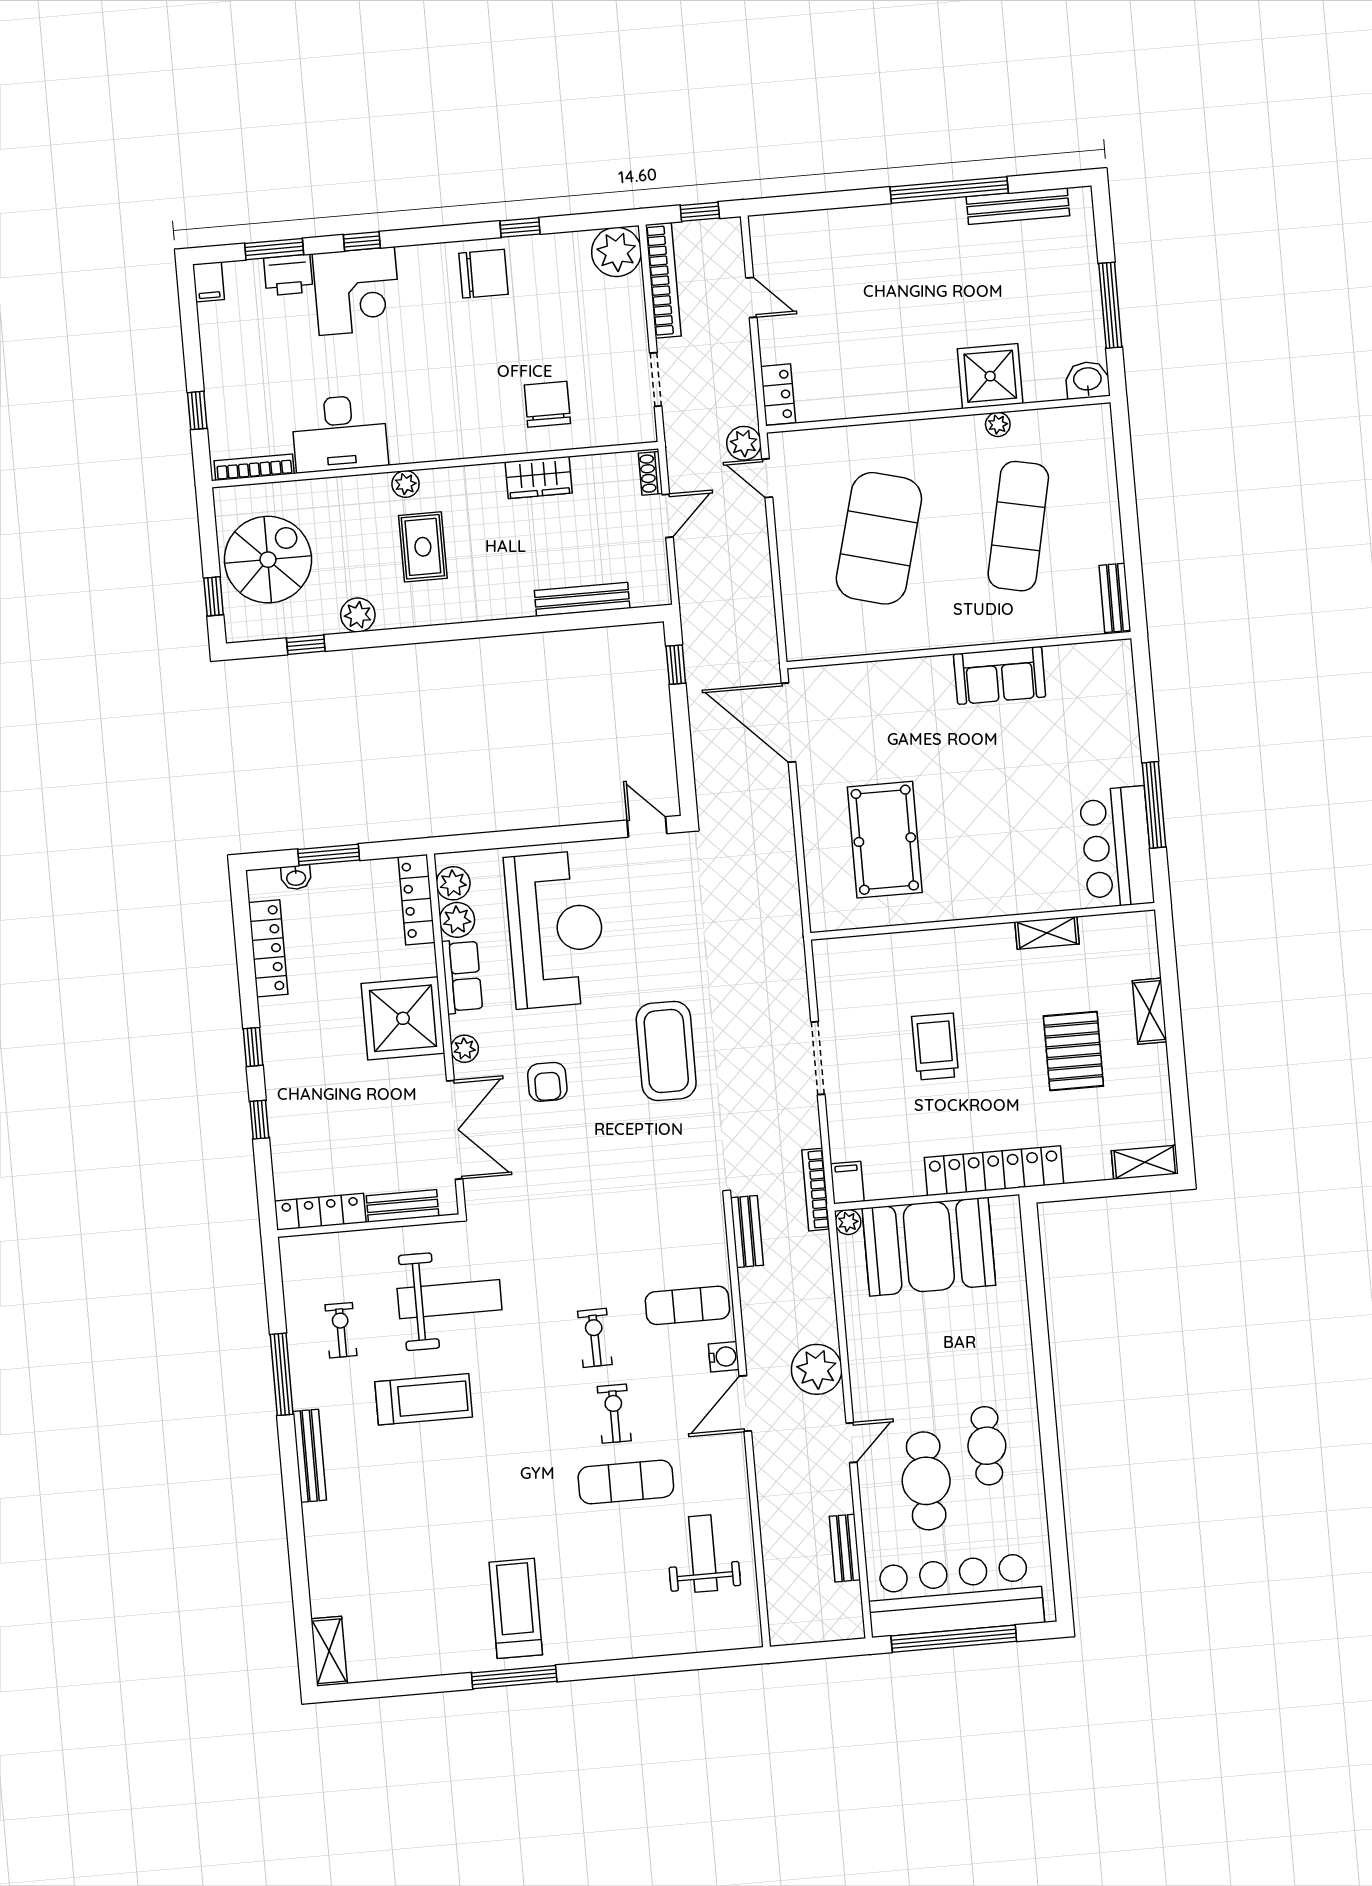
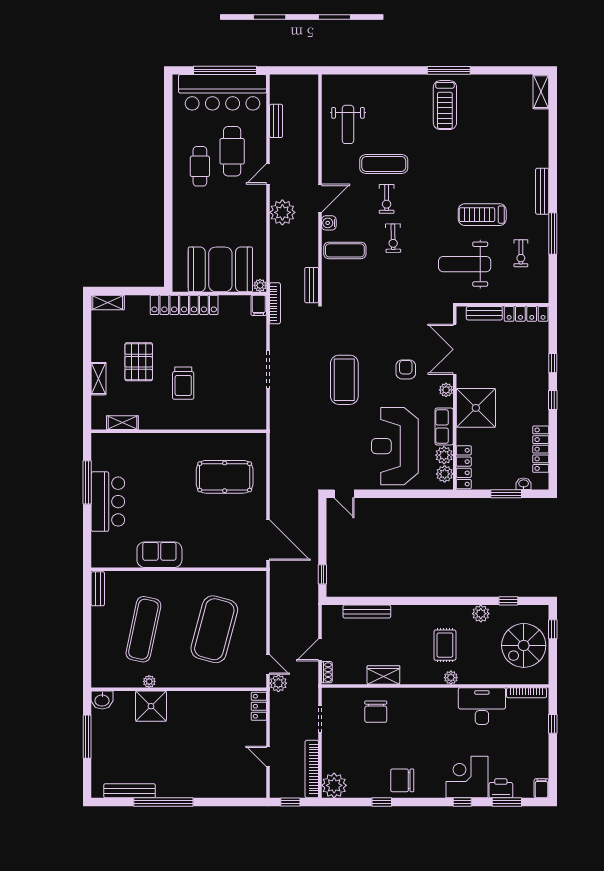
pool table: (885, 840) -> (225, 477), turned 90
bar counter: (1117, 847) -> (108, 502), moved
shelving: (1047, 933) -> (122, 423), moved
trolley: (935, 1047) -> (183, 383), moved

